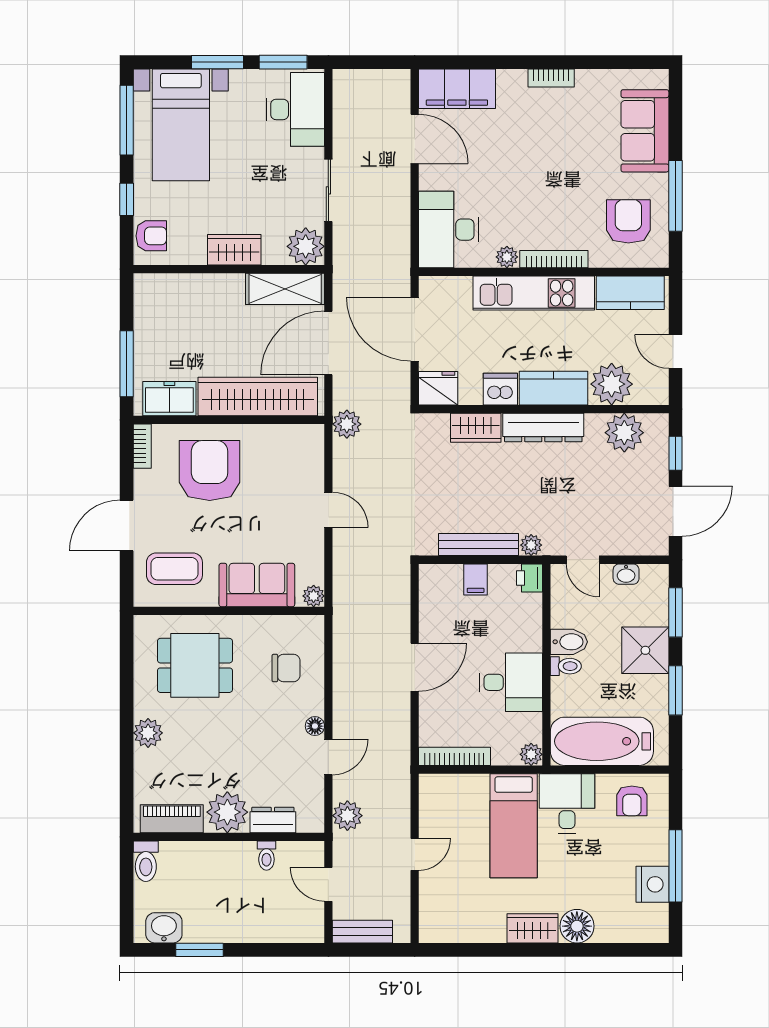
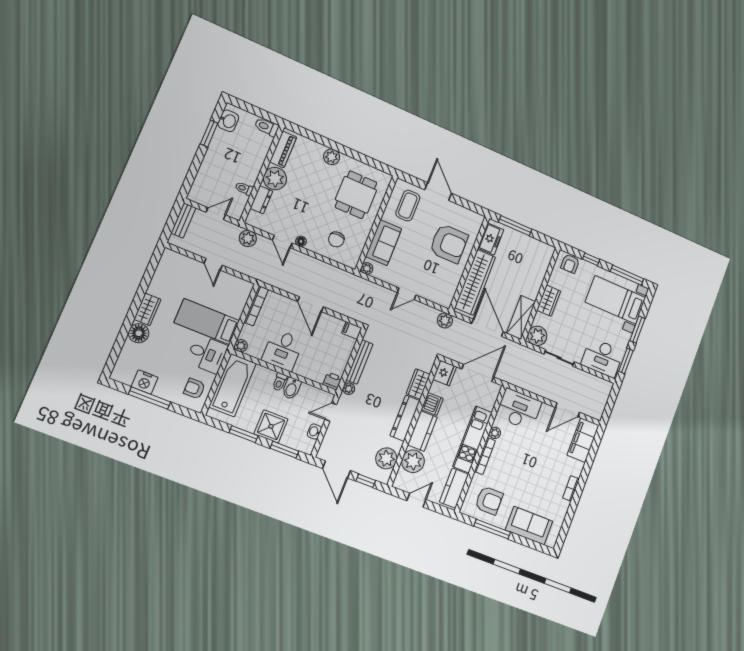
bookcase: (142, 446) -> (473, 216), removed
filing cabinet: (476, 579) -> (352, 330), moved

